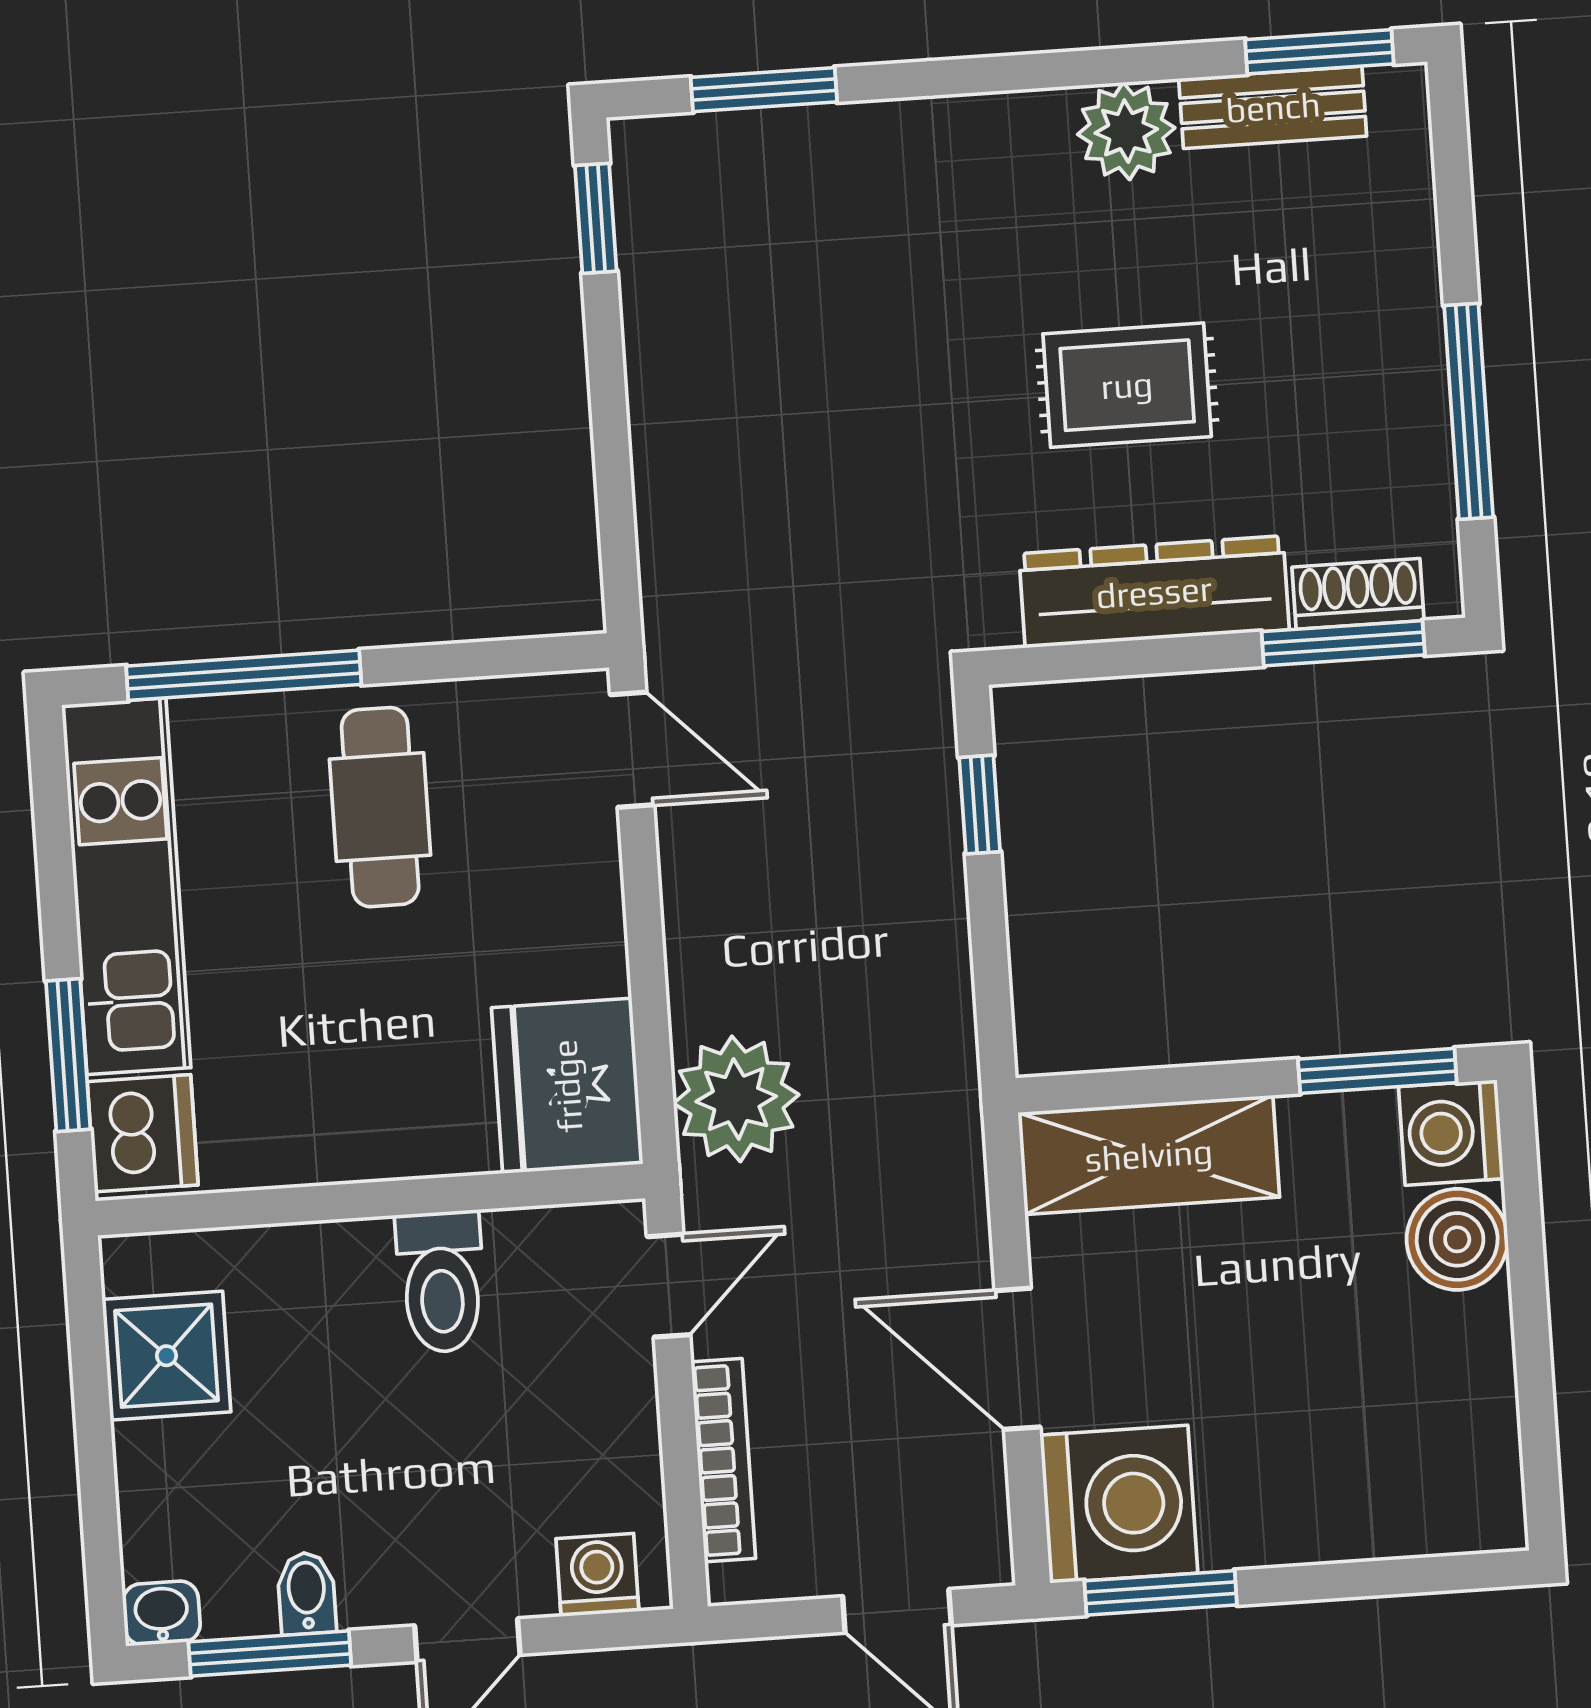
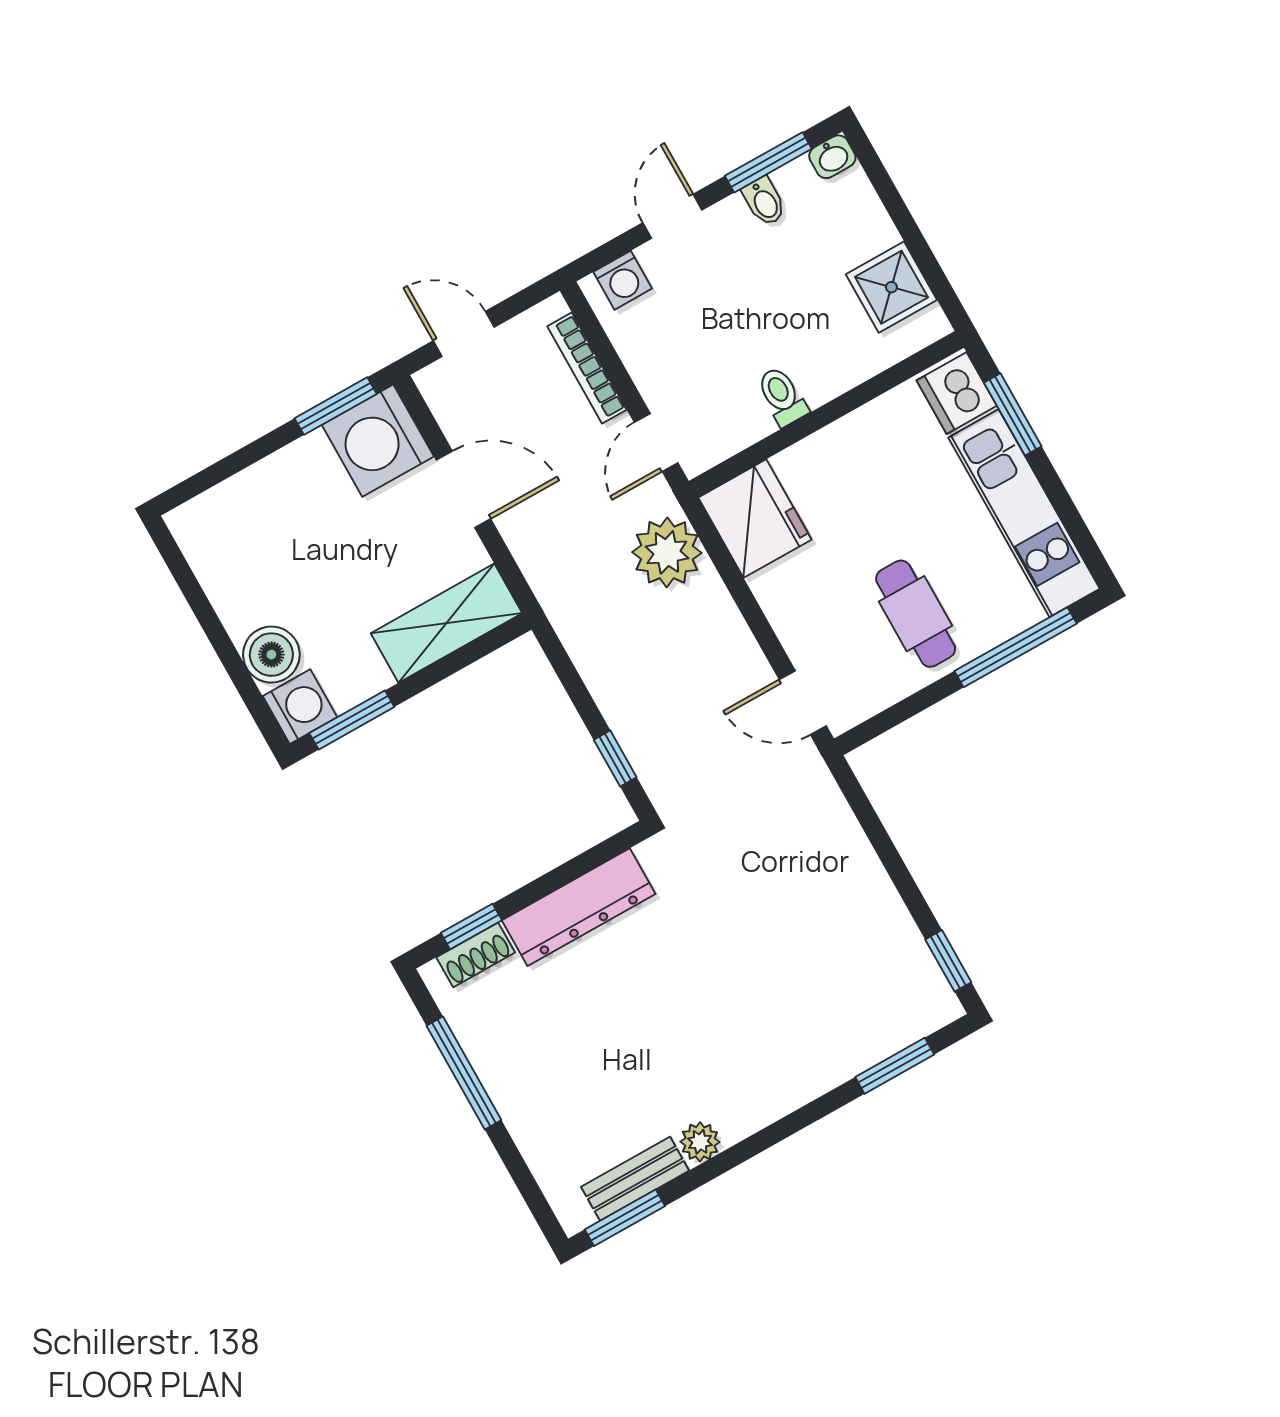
plant: (1126, 131) -> (700, 1142), width x0.73, depth x0.73
rug: (1127, 385) -> (642, 1004), removed
window: (1343, 643) -> (471, 926), width x0.67
toilet: (441, 1282) -> (782, 396), width x0.73, depth x0.72

